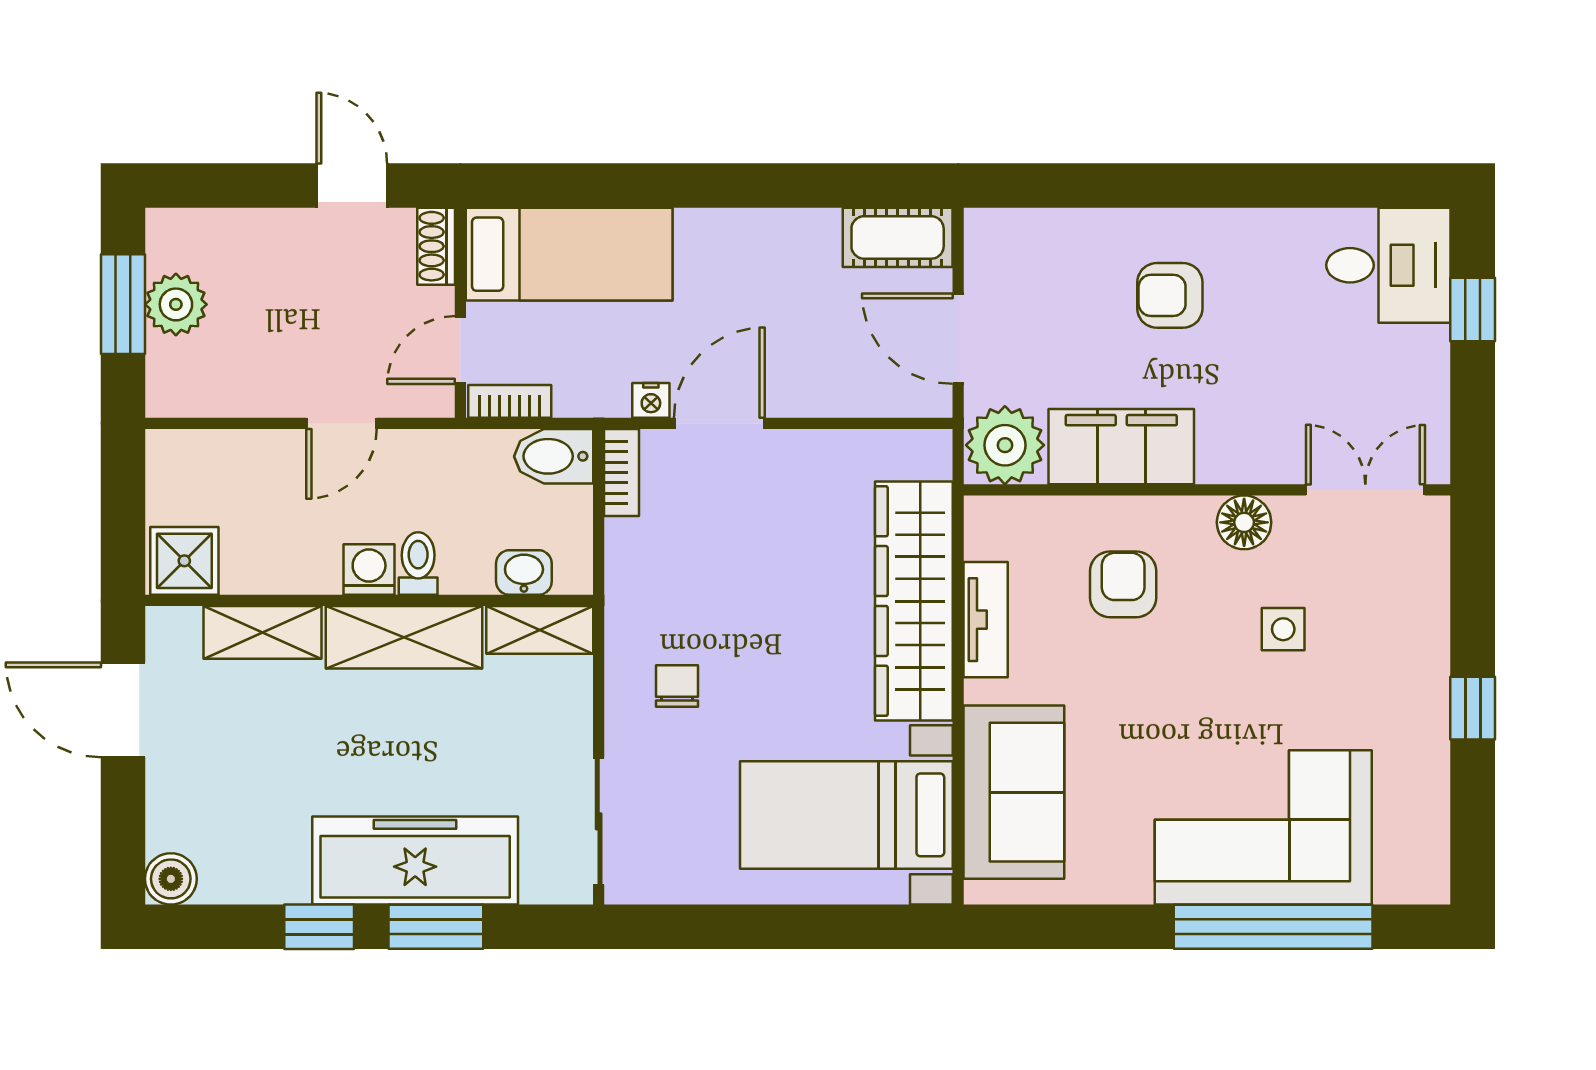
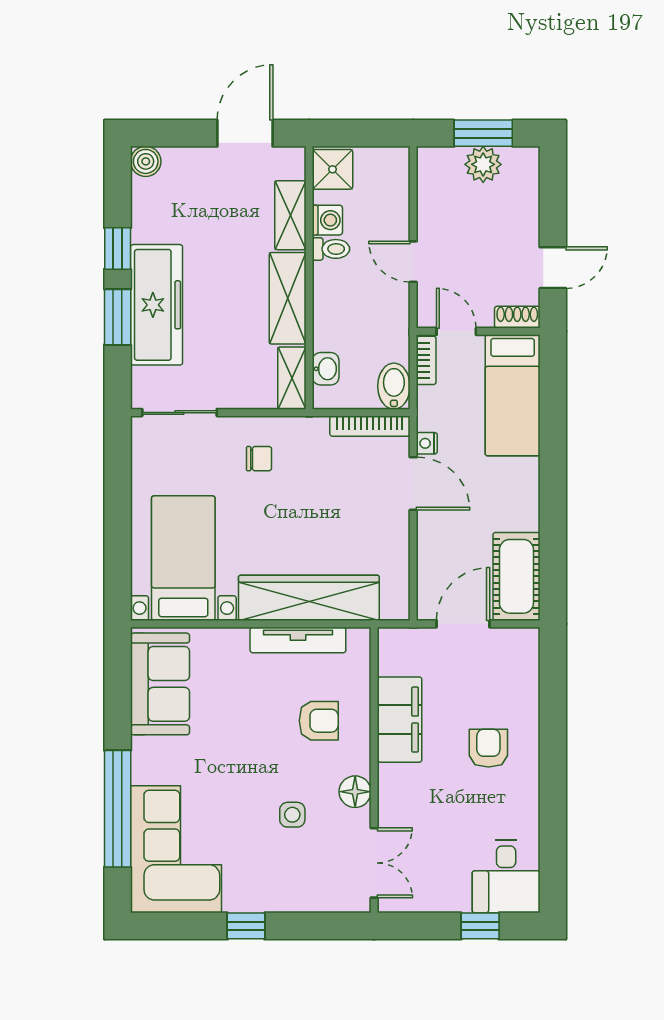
cot: (898, 237) -> (516, 576), width x1.37, depth x1.34
plant: (1005, 445) -> (400, 651), removed
bookcase: (622, 473) -> (370, 426), width x1.56
toilet: (418, 563) -> (331, 249), moved
washing machine: (369, 570) -> (327, 220), moved
tv unit: (986, 620) -> (298, 640), width x1.41
sofa: (1014, 792) -> (160, 684), moved, turned -90
corner sofa: (1263, 827) -> (176, 849), moved

